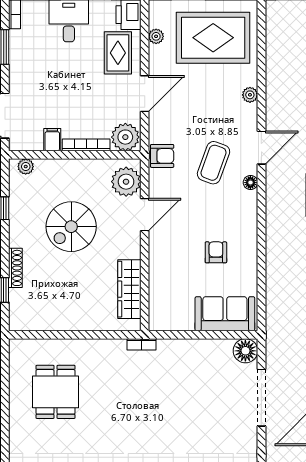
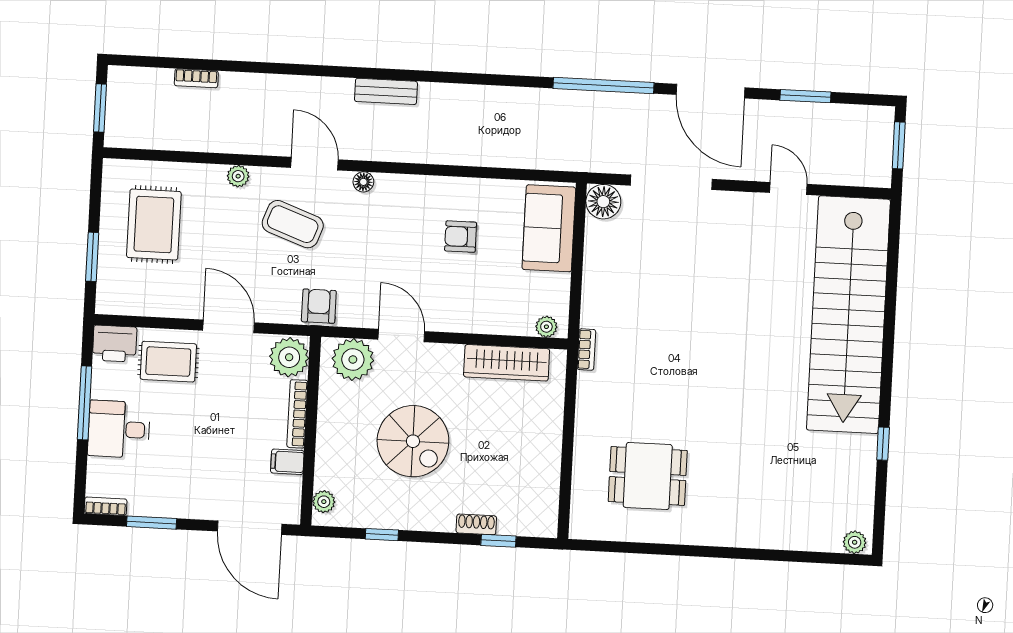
plant: (156, 36) -> (546, 327), moved
rug: (213, 38) -> (154, 224), width x0.73, depth x0.69
coffee table: (213, 163) -> (293, 224), moved
shoe rack: (15, 268) -> (476, 524), width x0.70

